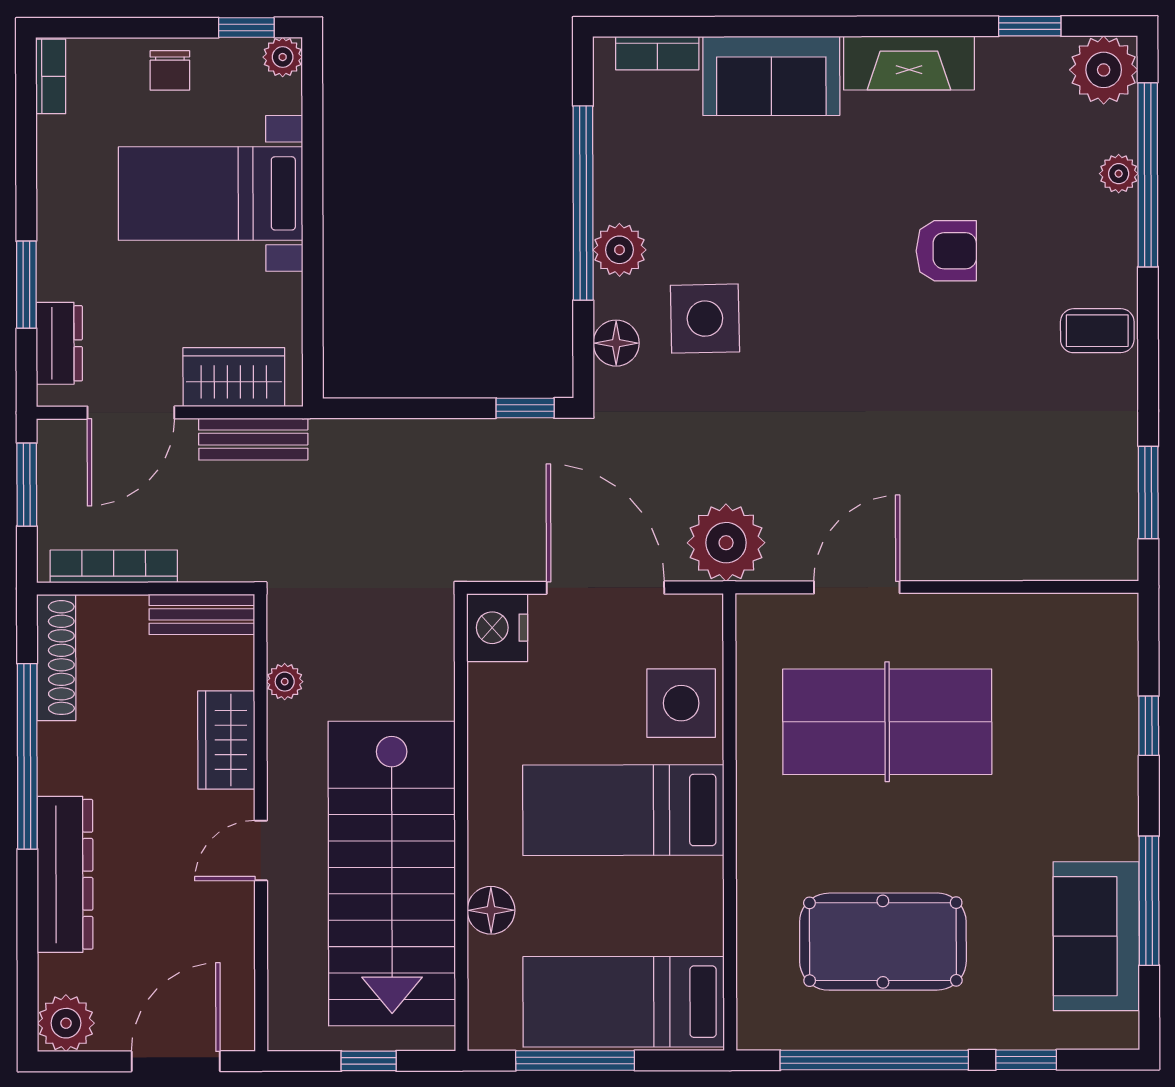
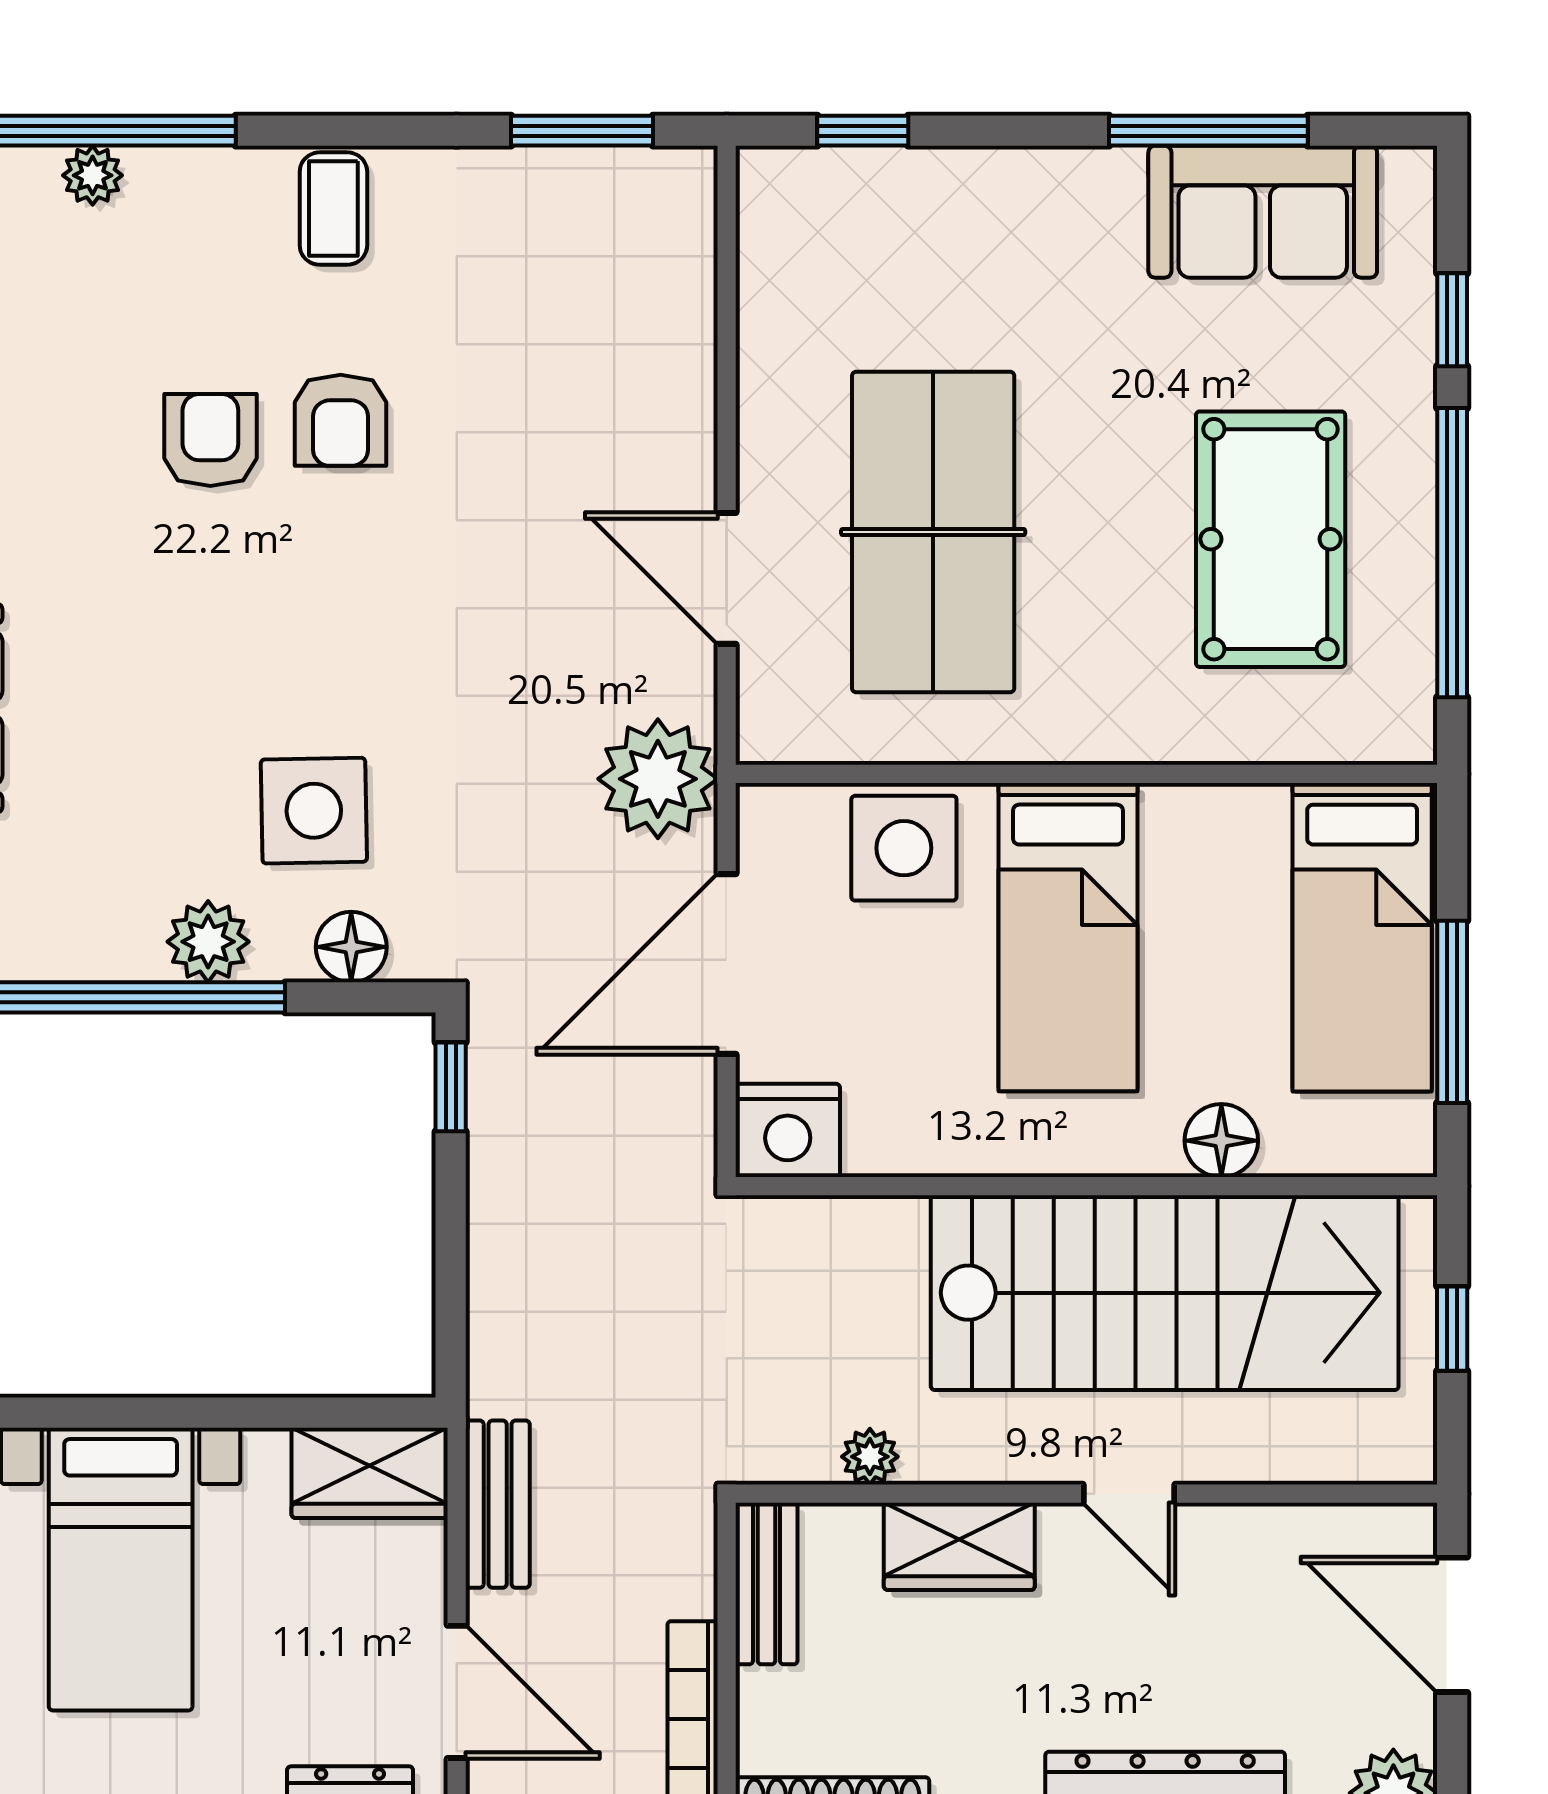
armchair: (959, 336) -> (341, 420), added
wardrobe: (234, 377) -> (370, 1473), moved, turned -90
window: (1149, 726) -> (863, 131), moved

